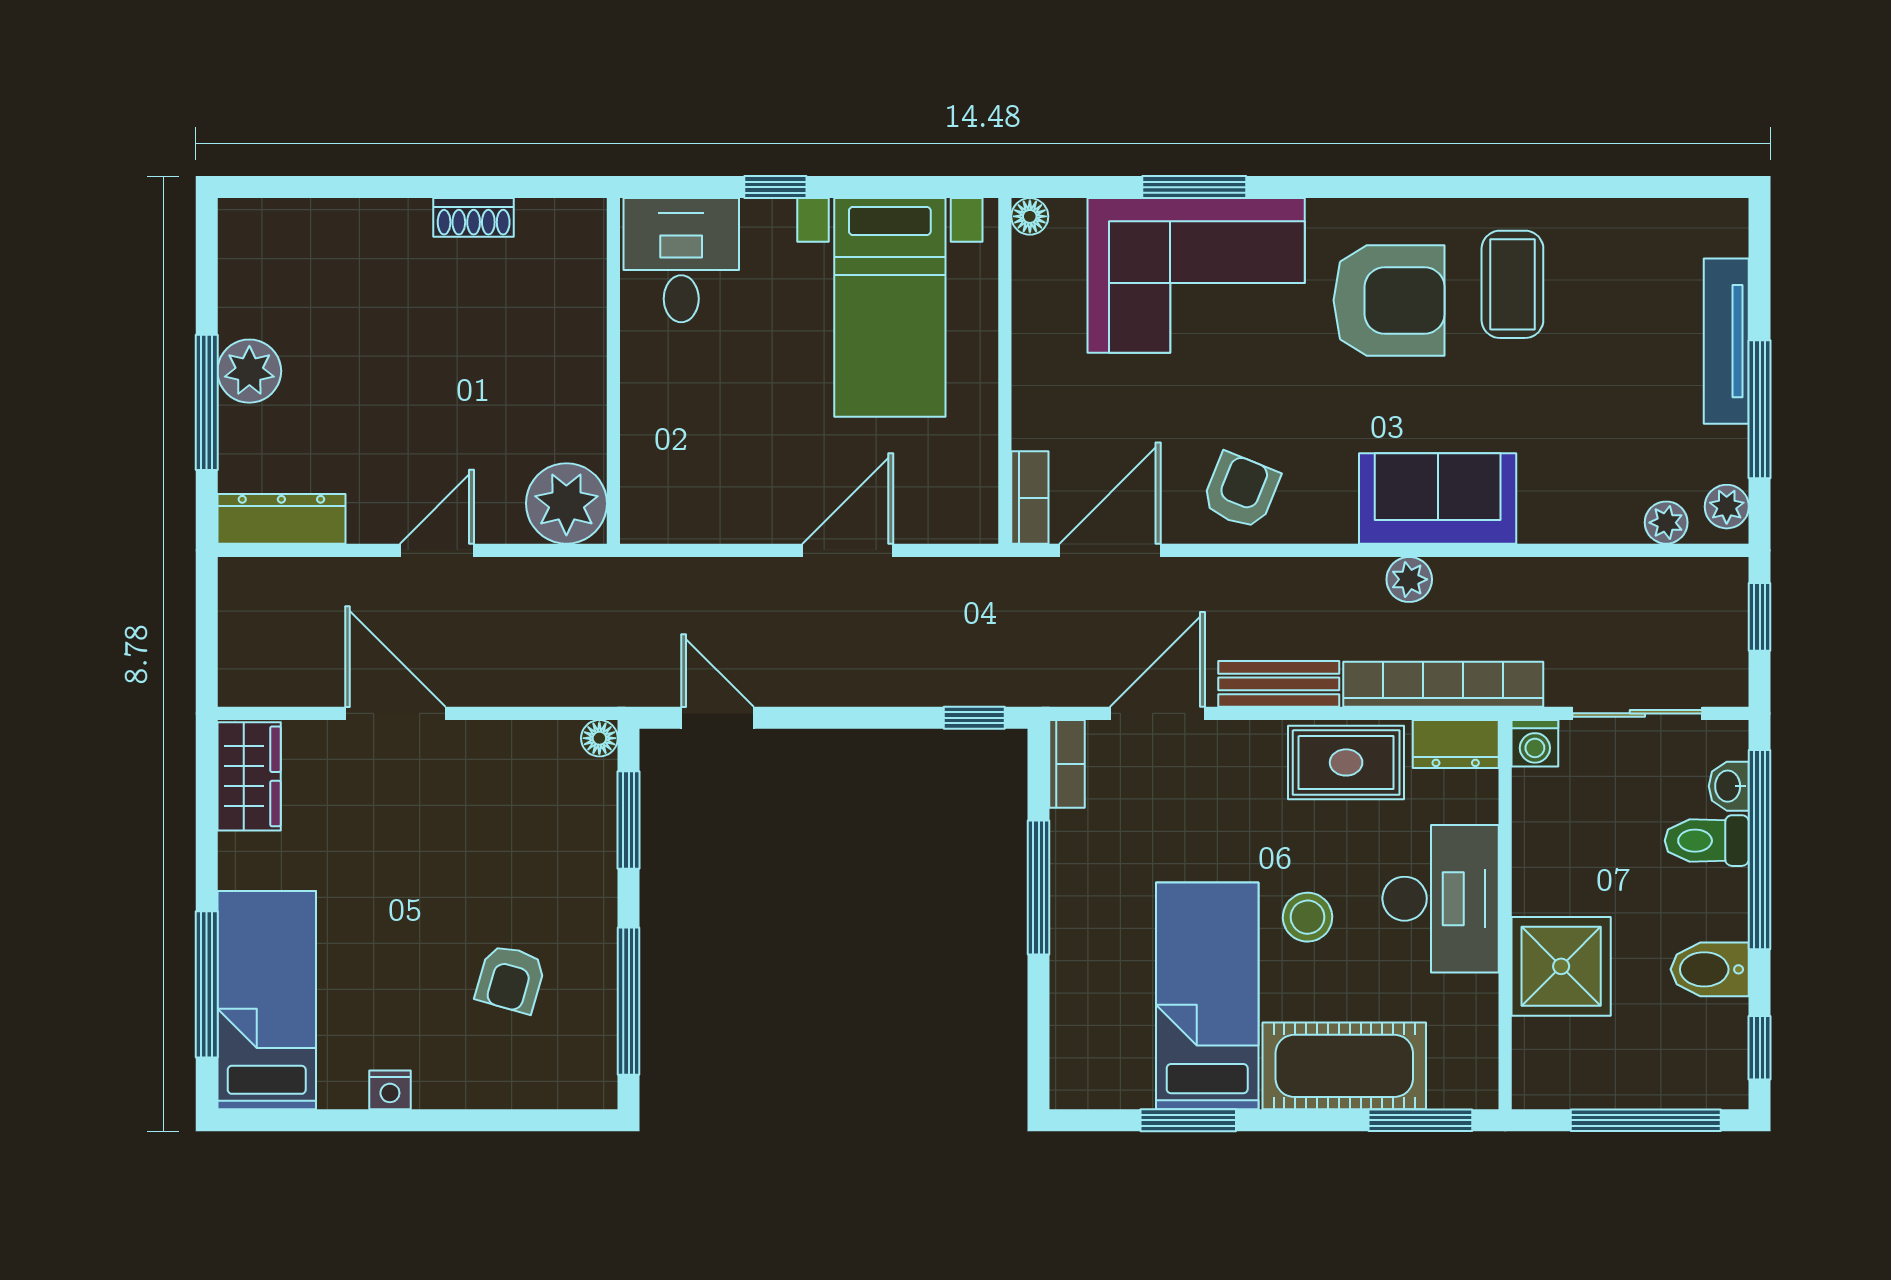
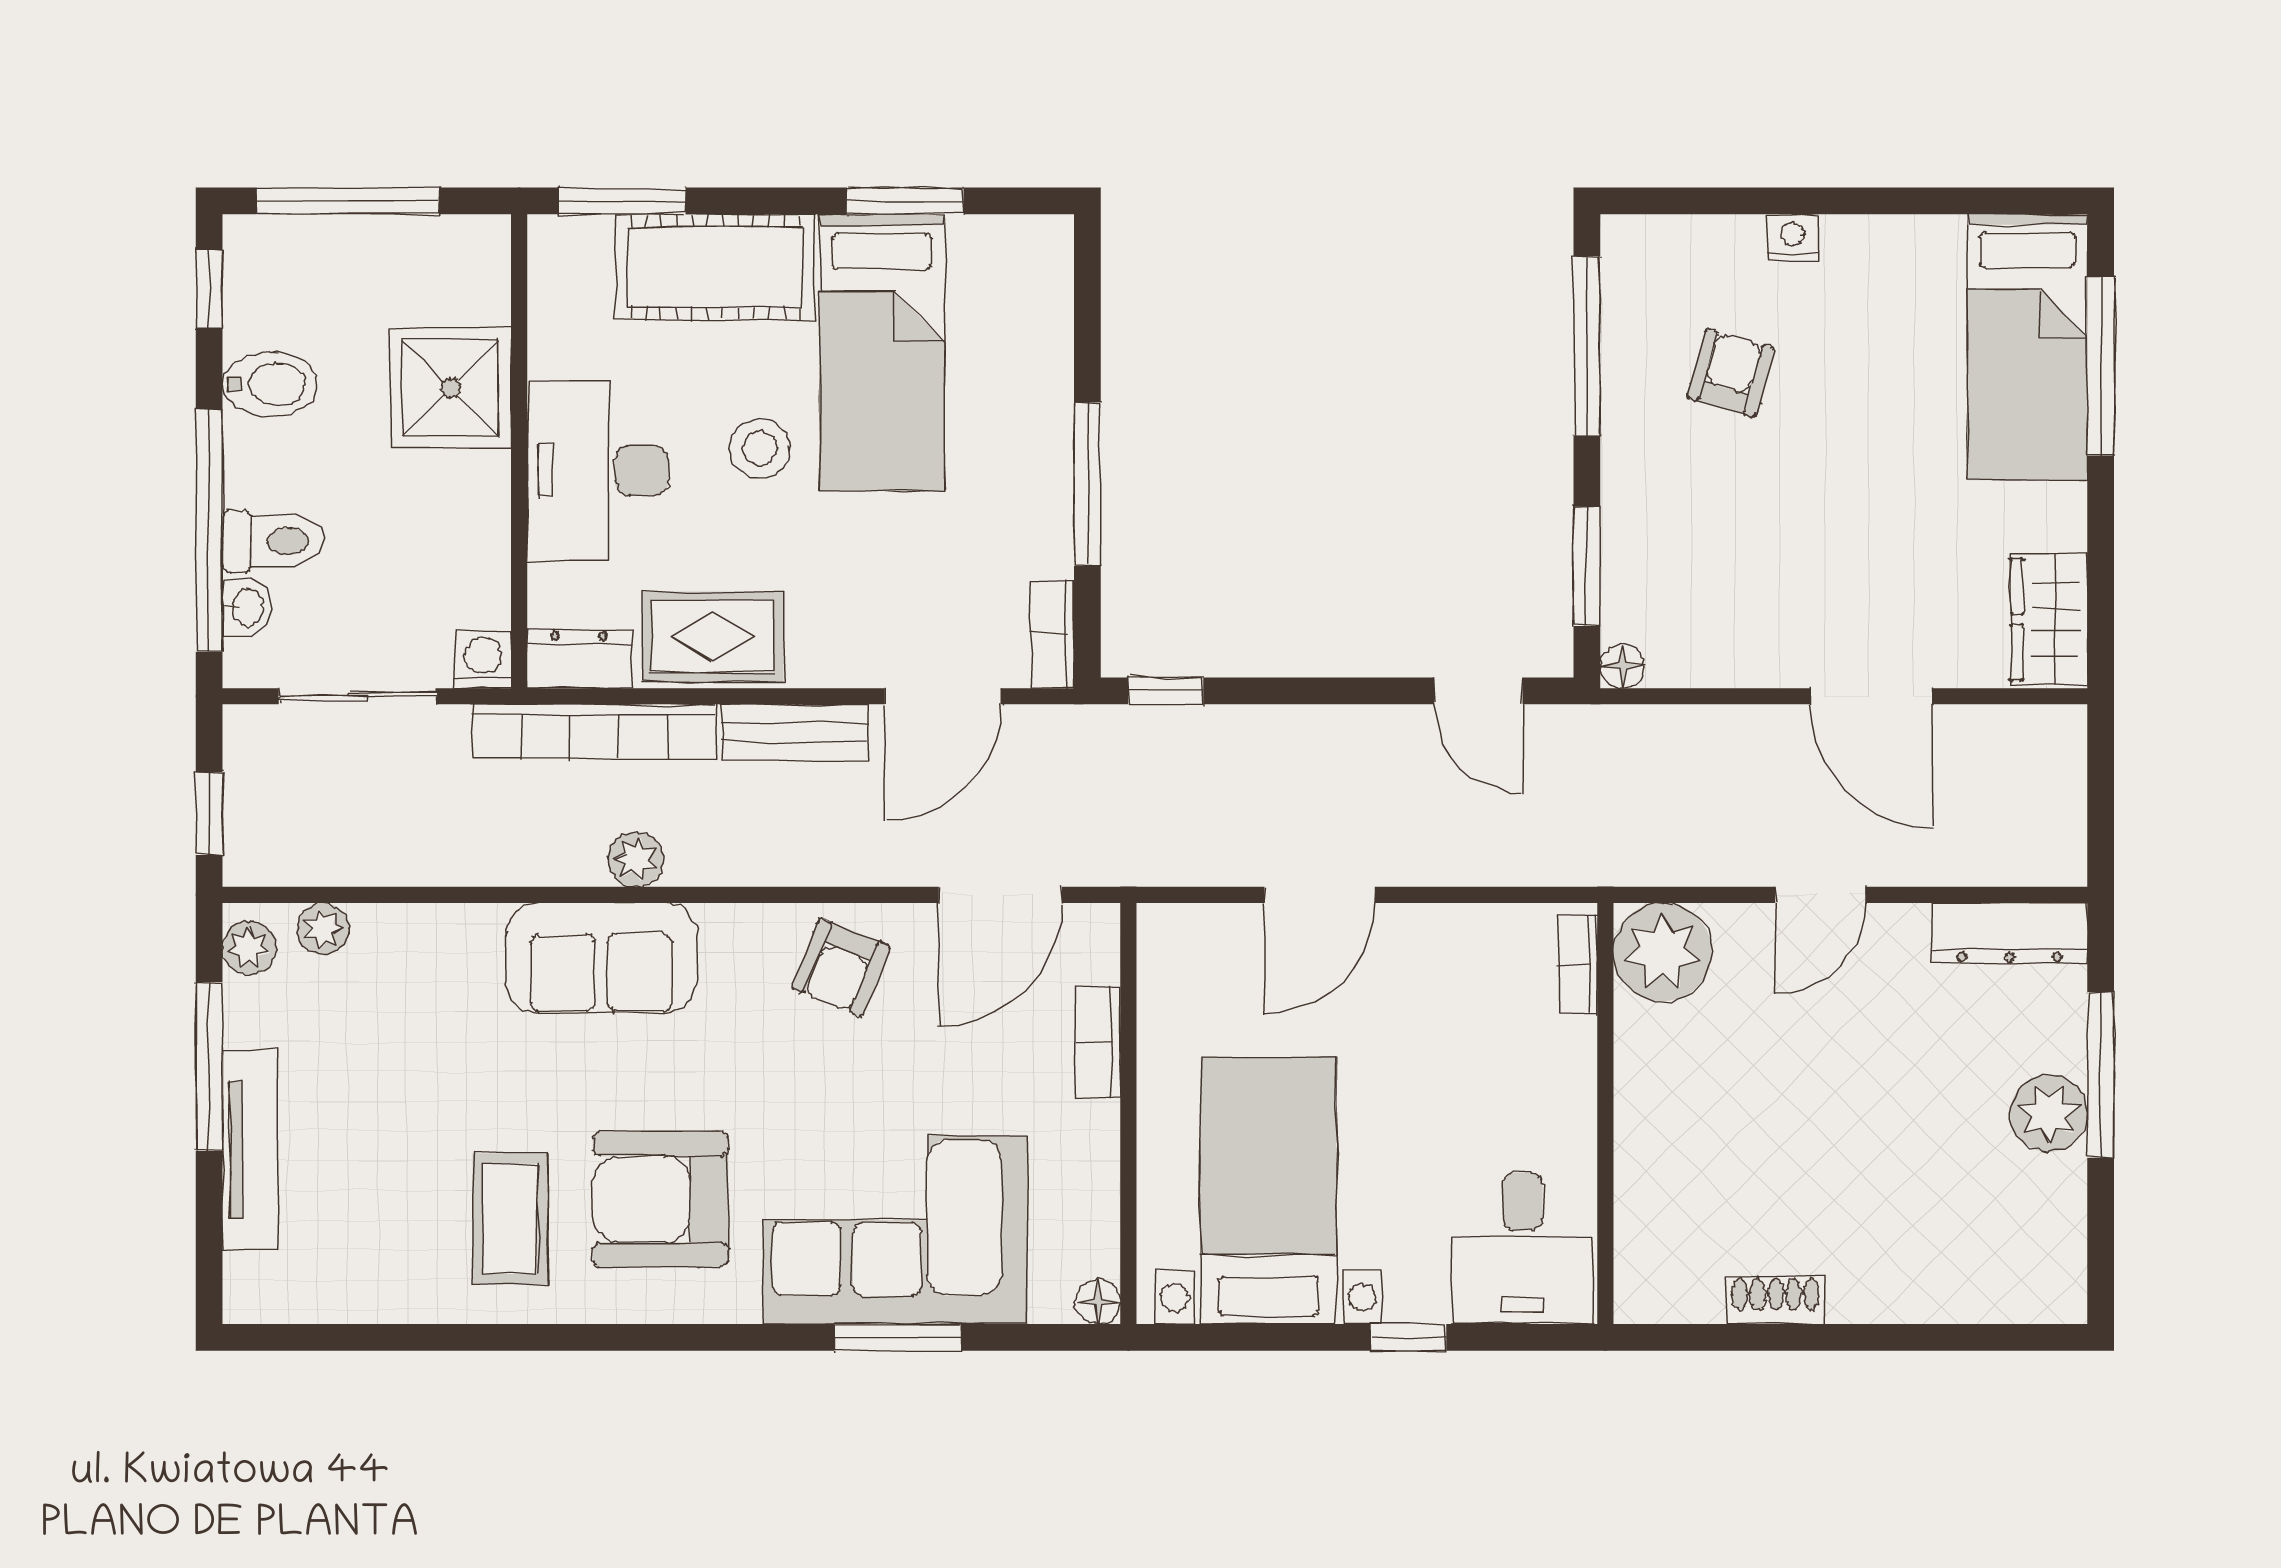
bookcase: (636, 493) -> (1578, 965), added
bookcase: (1030, 498) -> (1098, 1042), moved
nightstand: (390, 1090) -> (1792, 238), moved

